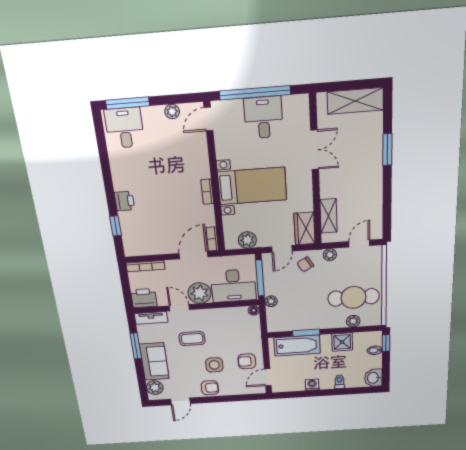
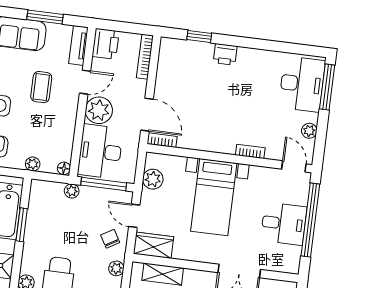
desk: (125, 128) -> (302, 84), width x1.37
bookcase: (207, 192) -> (250, 151), moved
plant: (255, 334) -> (33, 164), added

